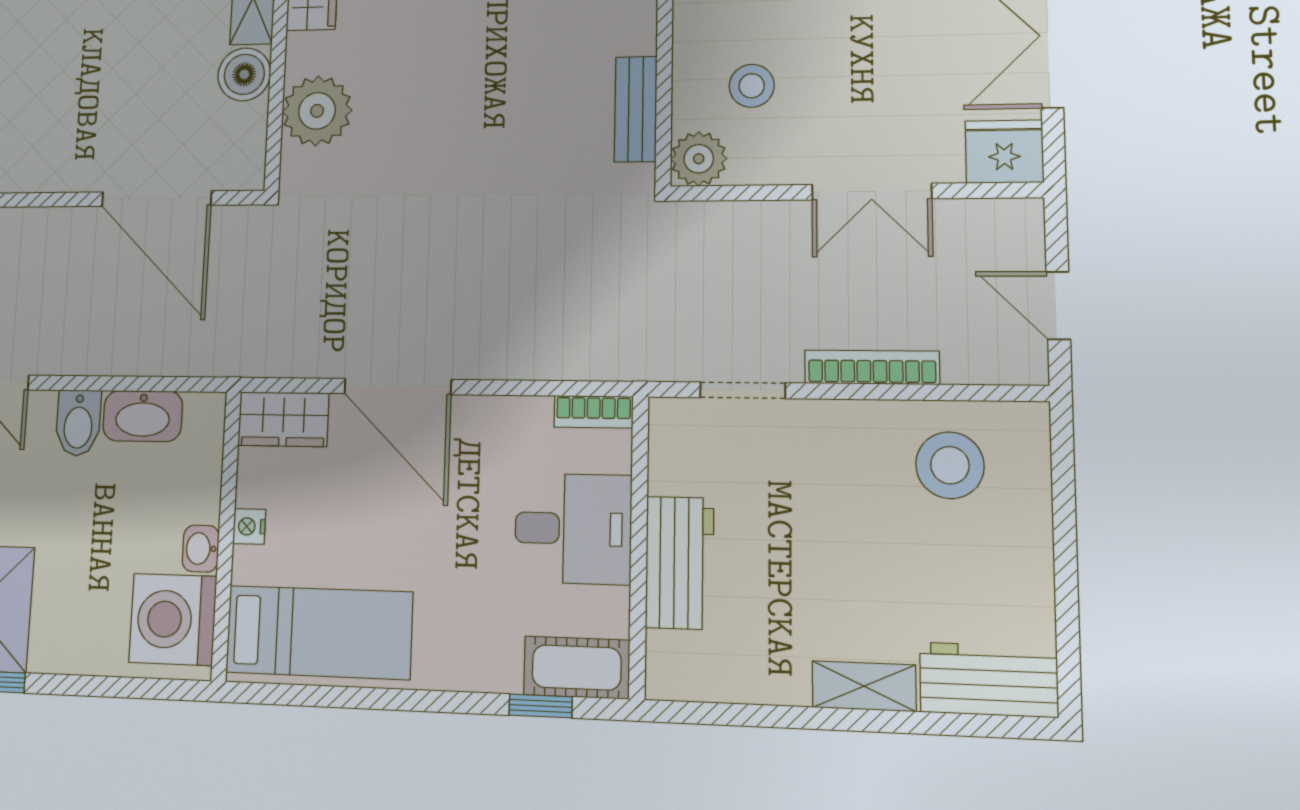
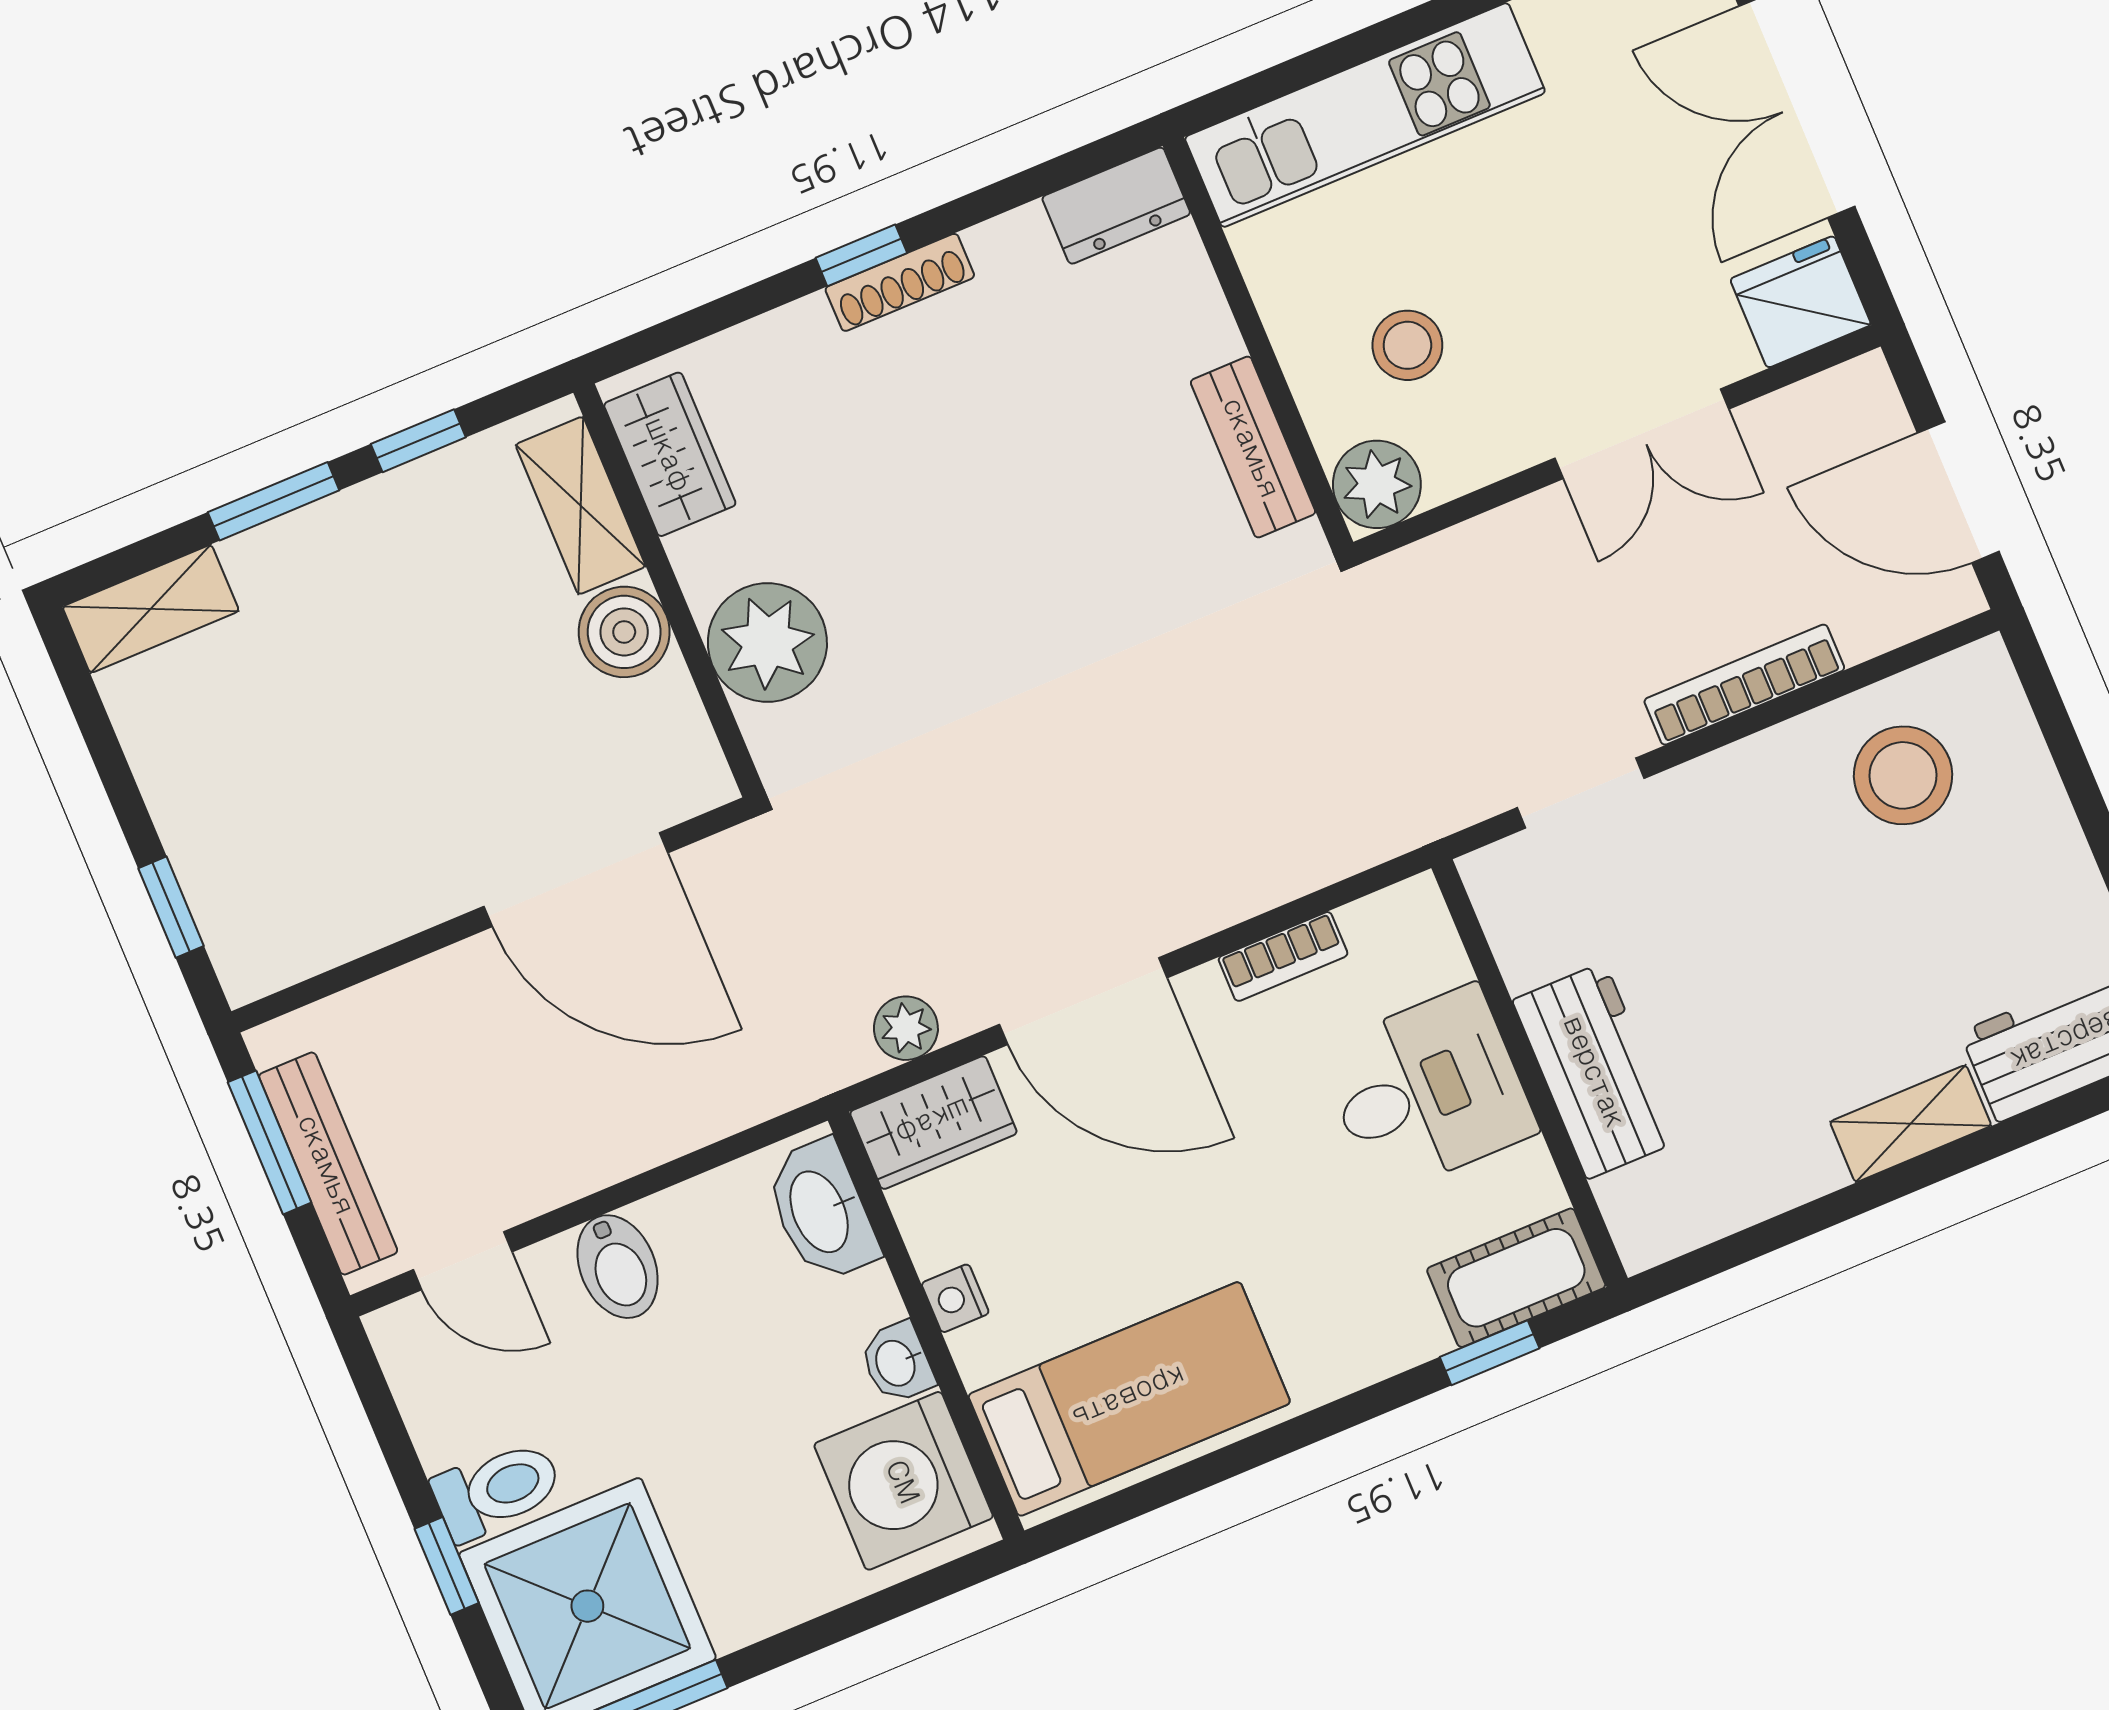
door: (1058, 306) -> (1958, 492), width x1.38
plant: (293, 358) -> (906, 1028), added
bookcase: (593, 412) -> (1283, 956), moved
washbasin: (143, 416) -> (821, 1211), moved, turned 90

